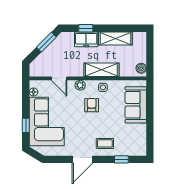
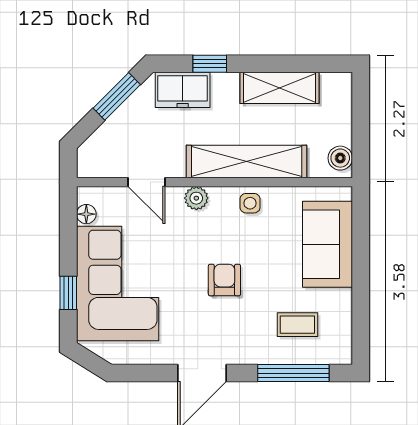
freezer: (86, 39) -> (183, 90), moved
shelving: (101, 70) -> (247, 162), width x1.47
armchair: (92, 105) -> (224, 280), moved
coffee table: (105, 143) -> (297, 325), moved
window: (121, 159) -> (293, 373), width x2.17

